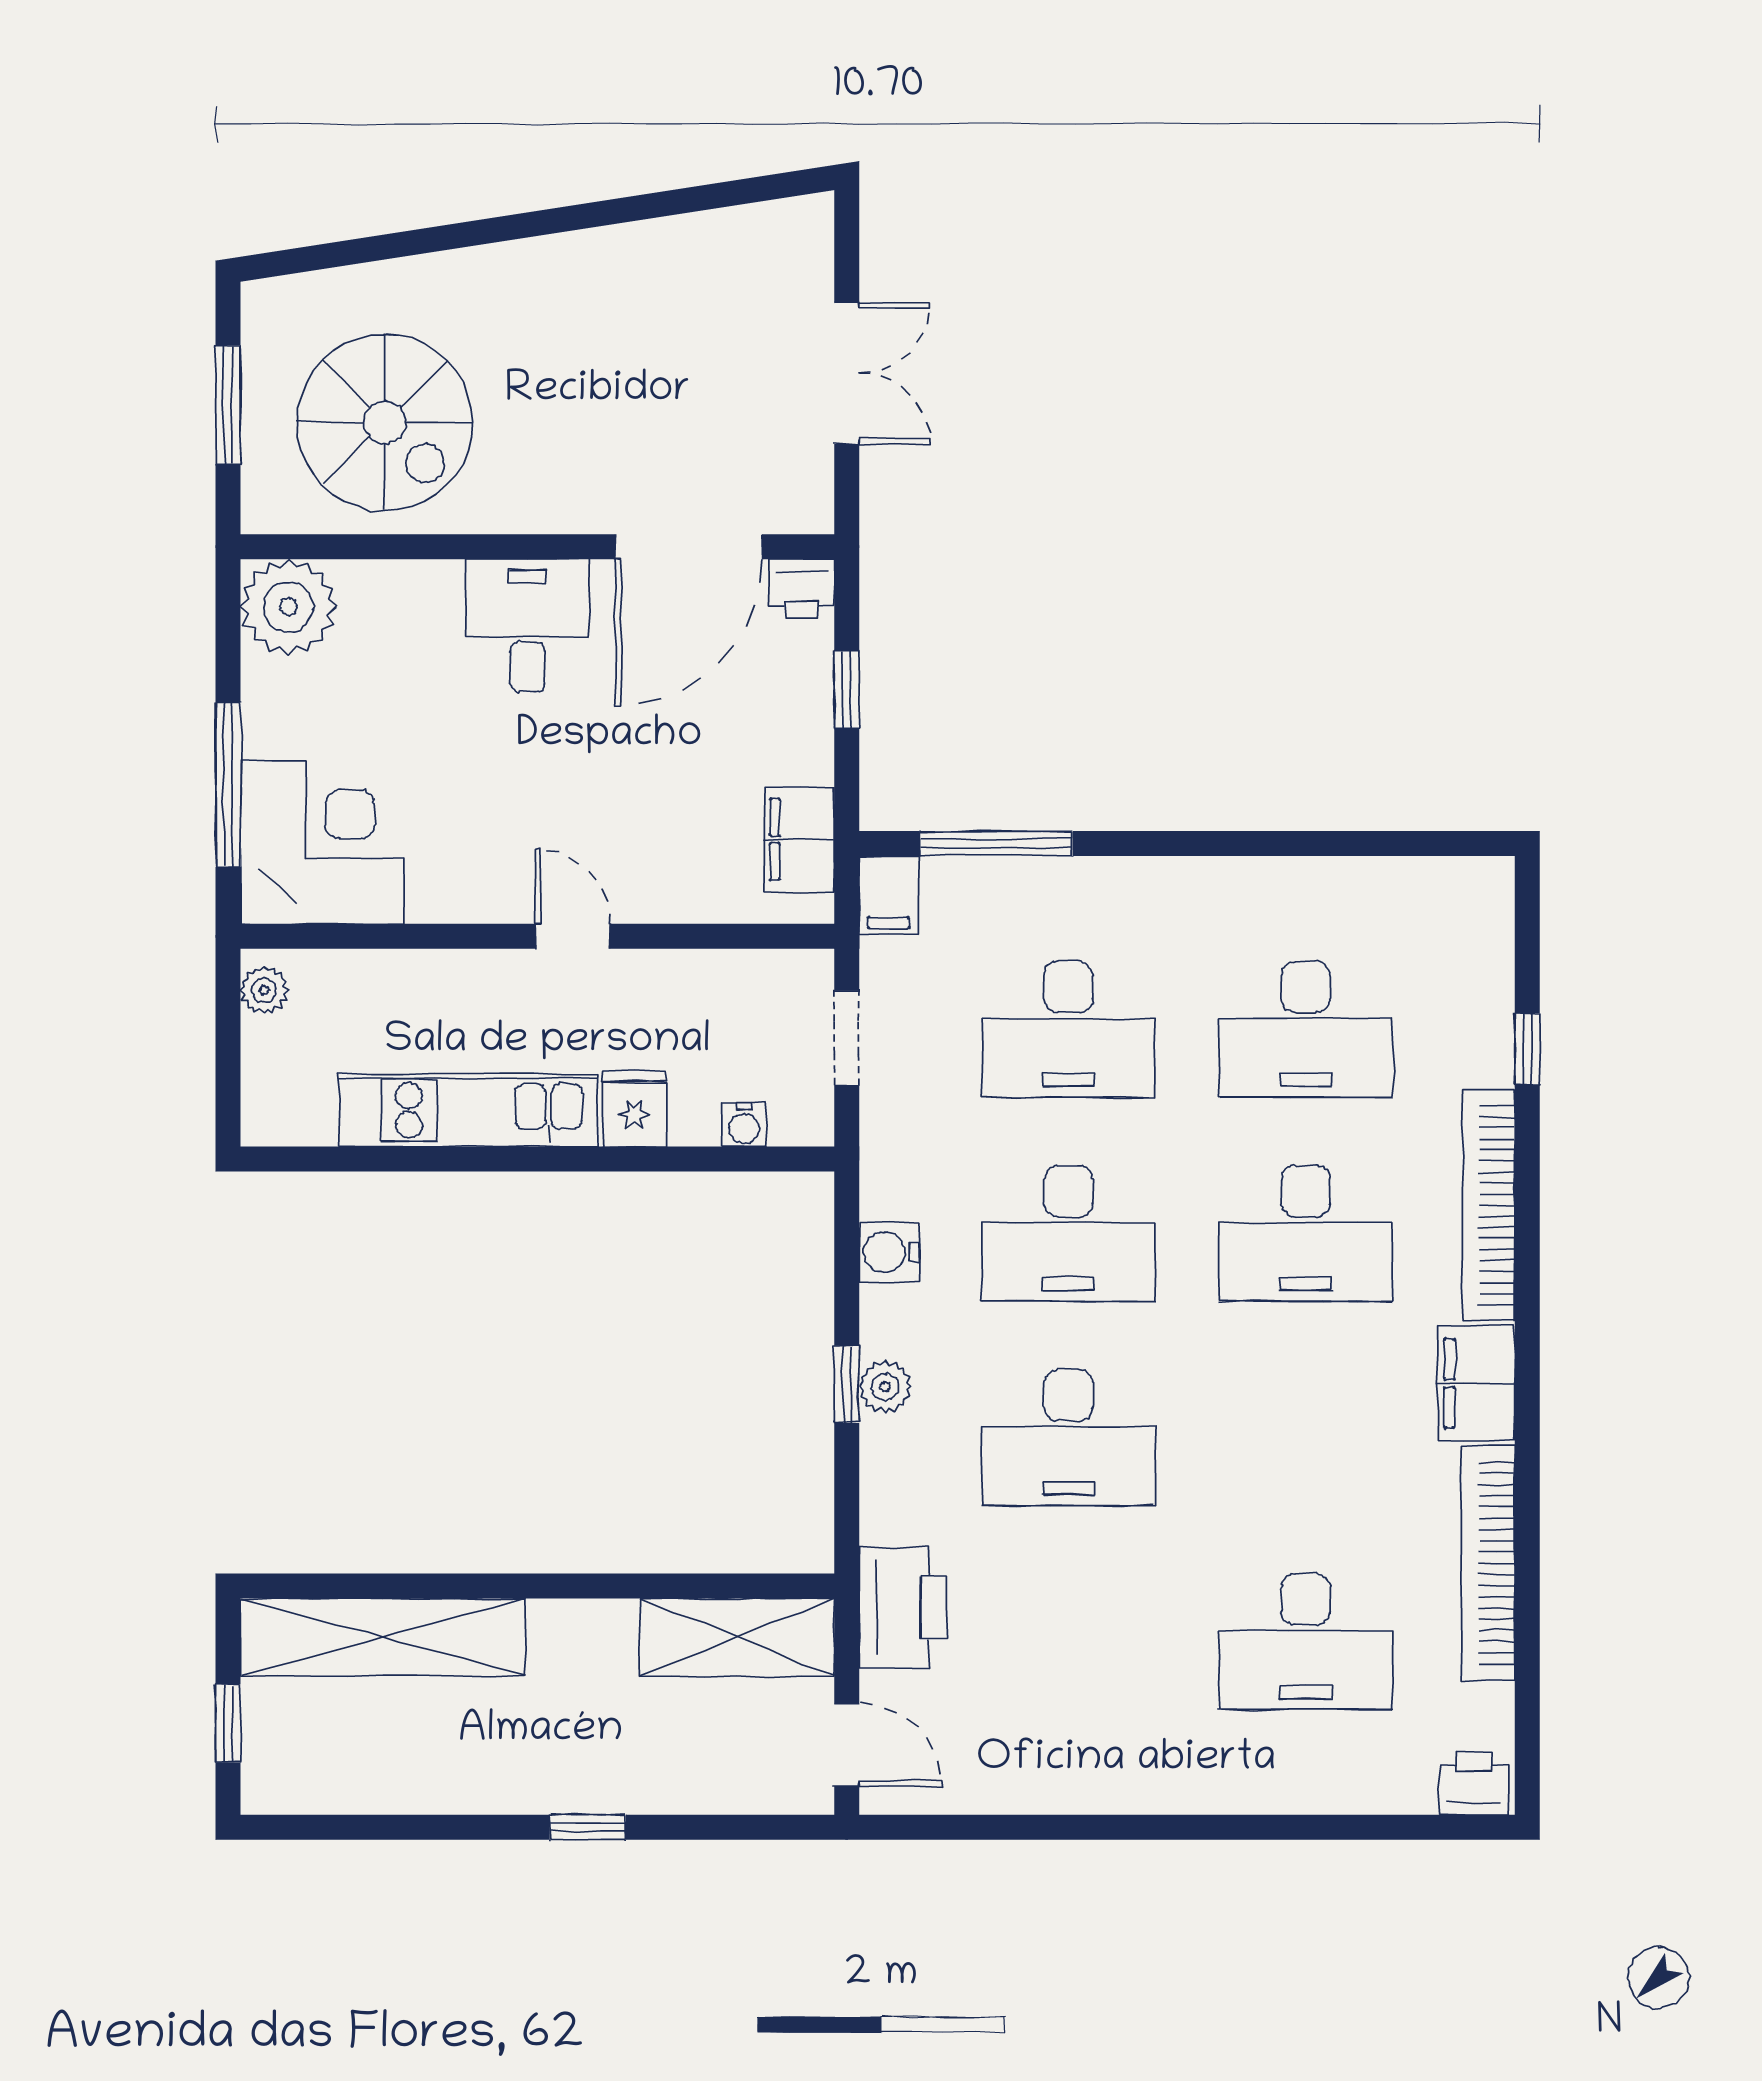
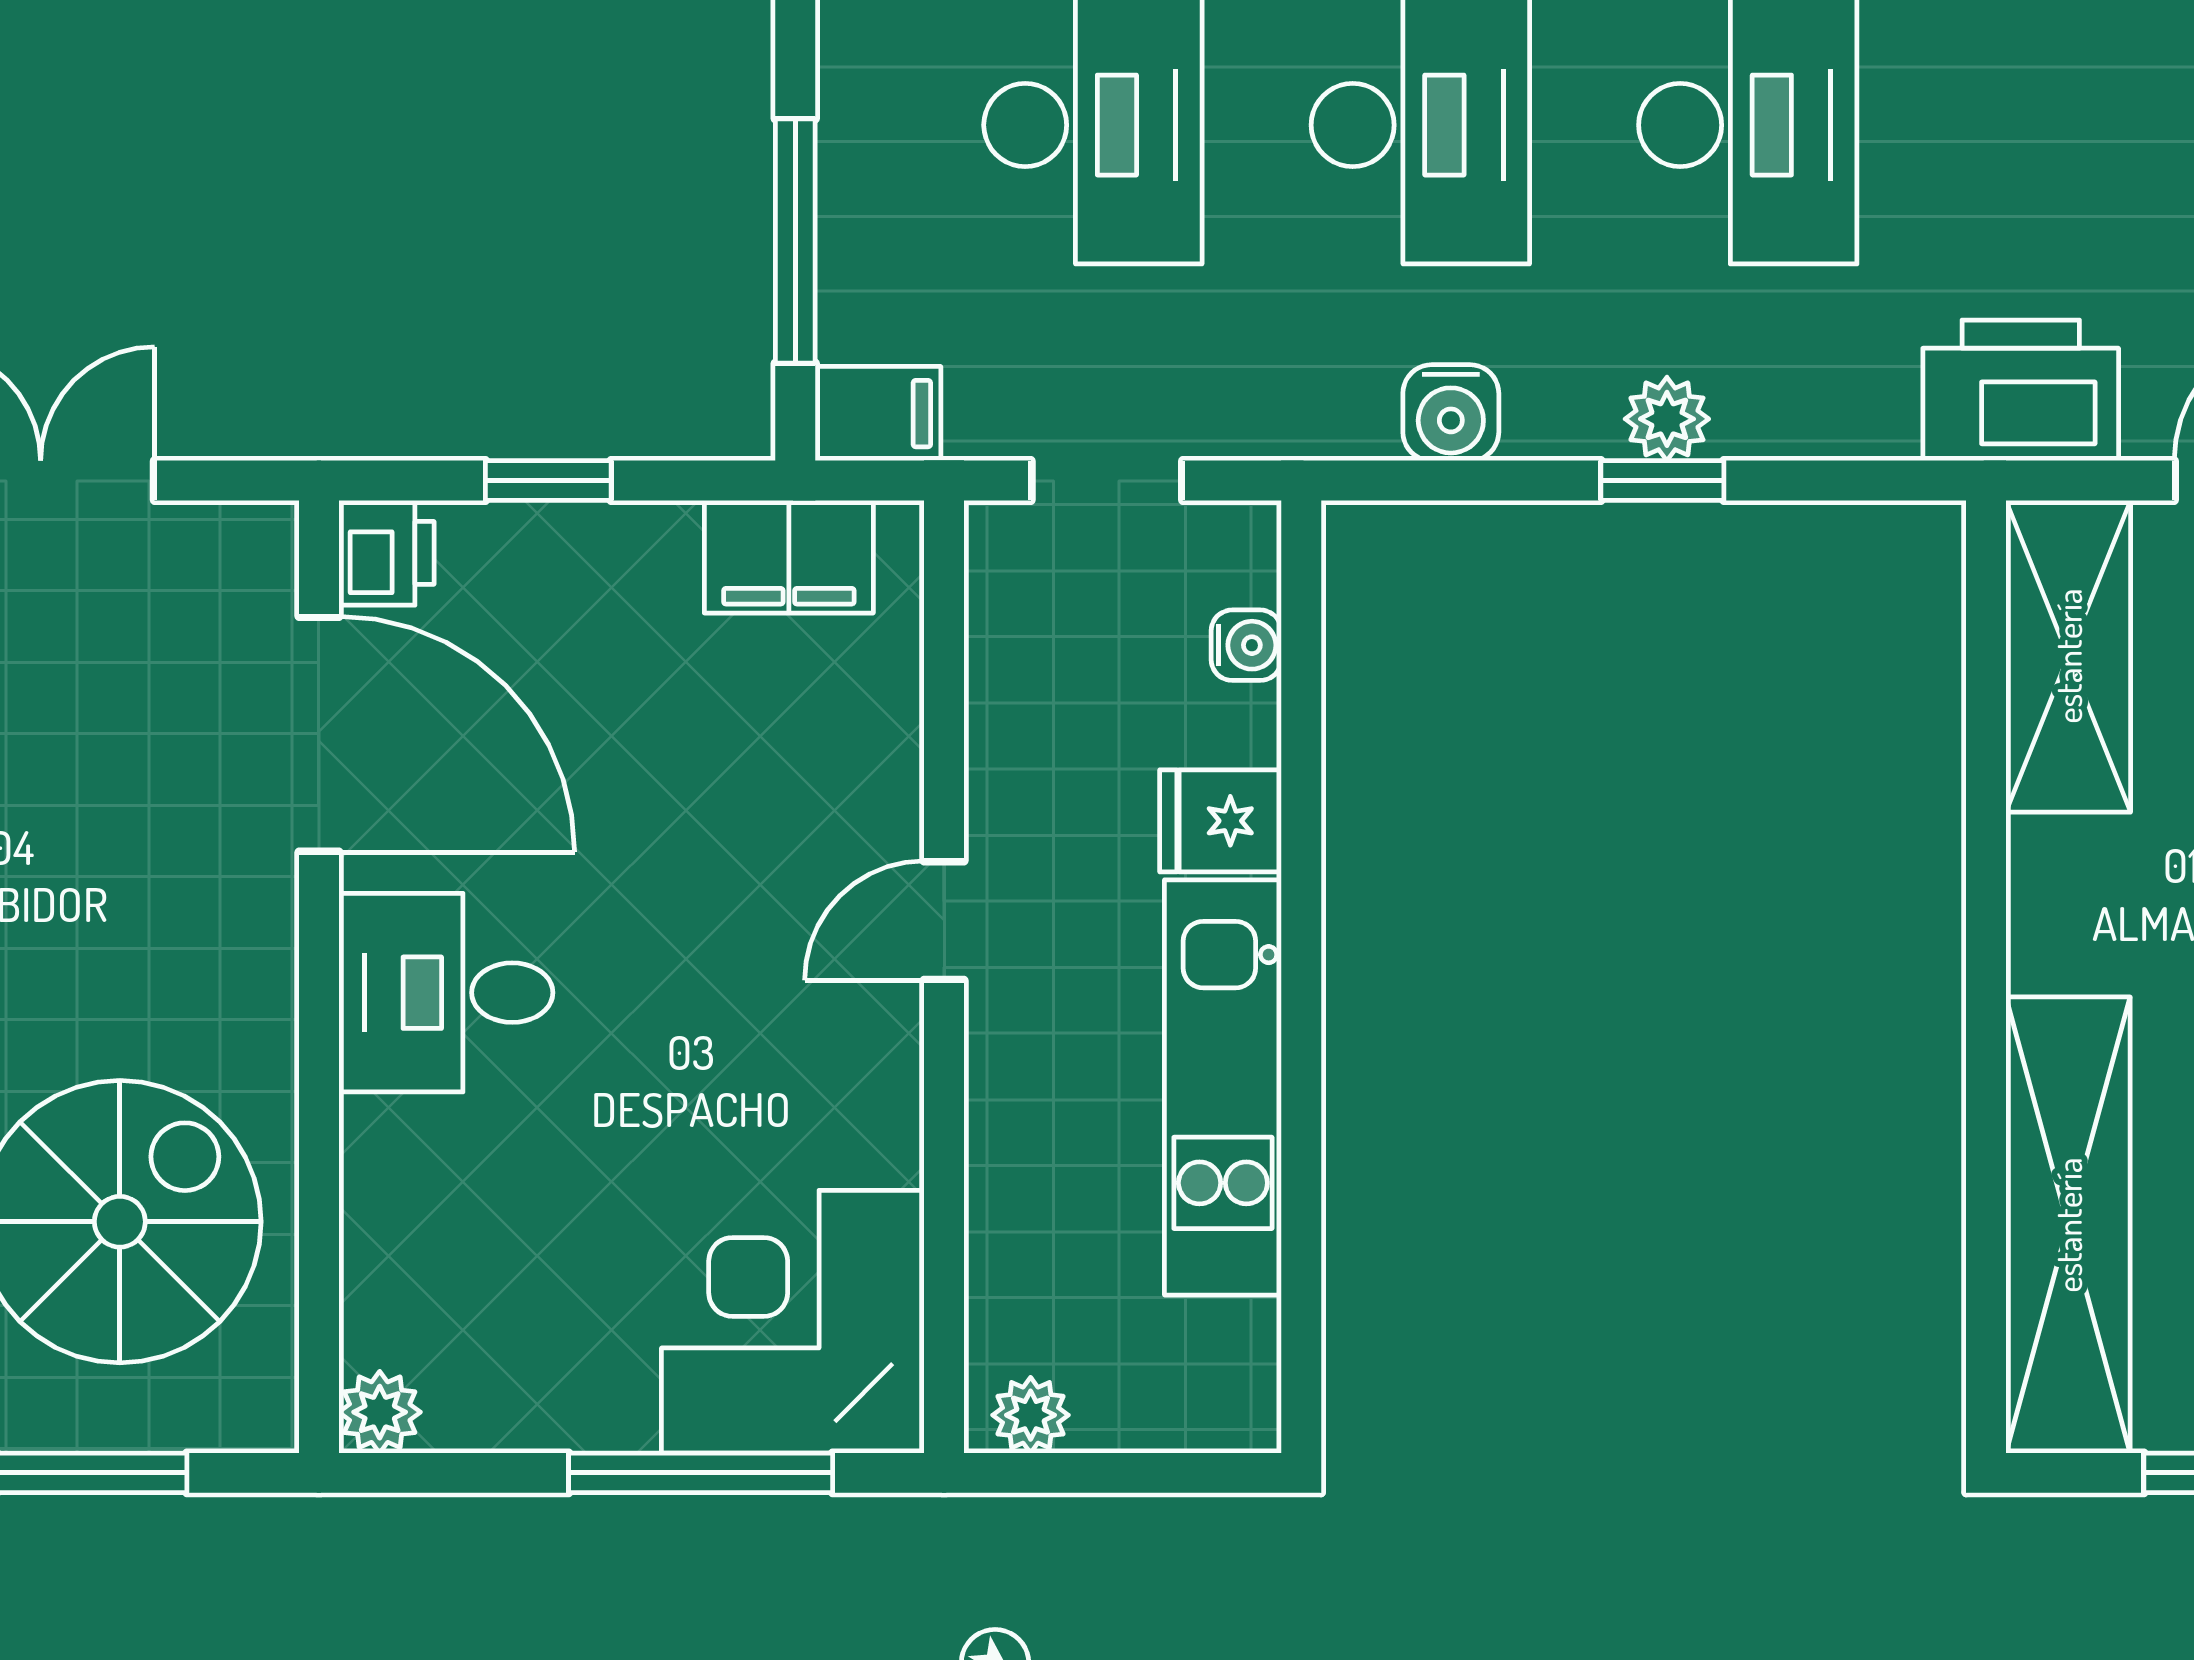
plant: (288, 607) -> (380, 1412), width x0.53, depth x0.53

